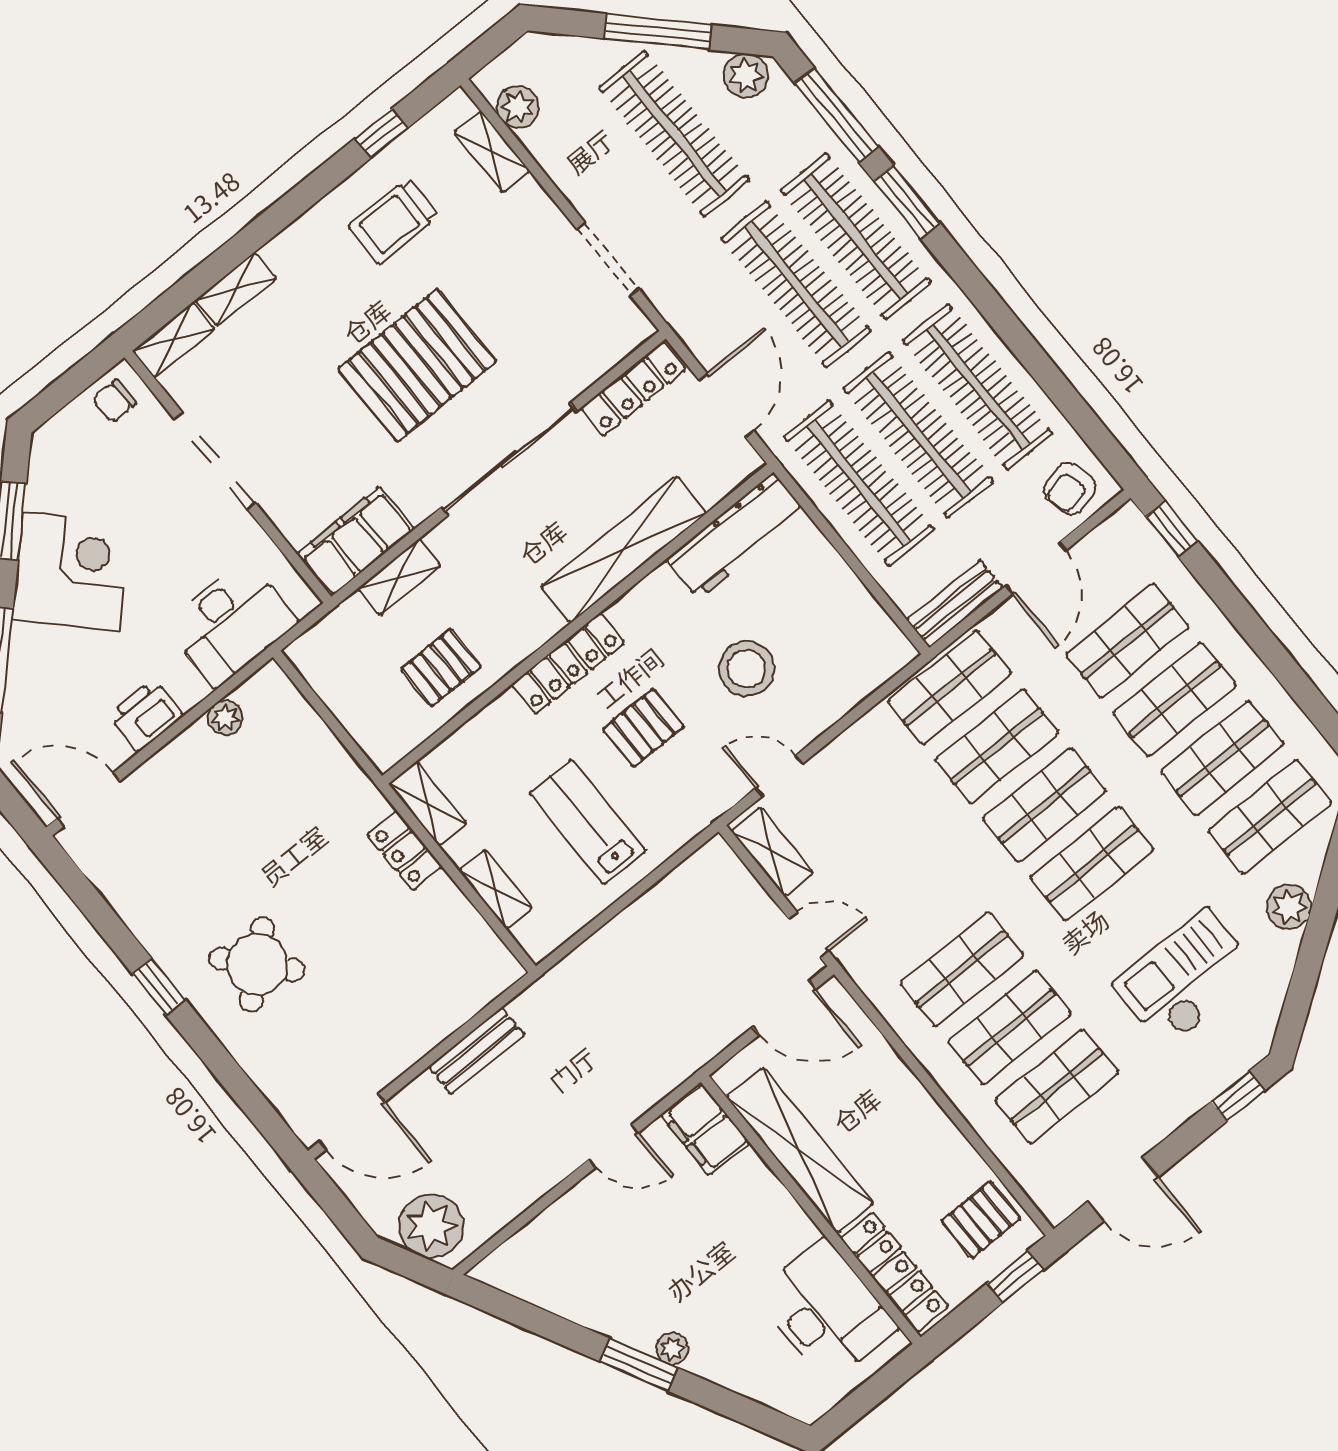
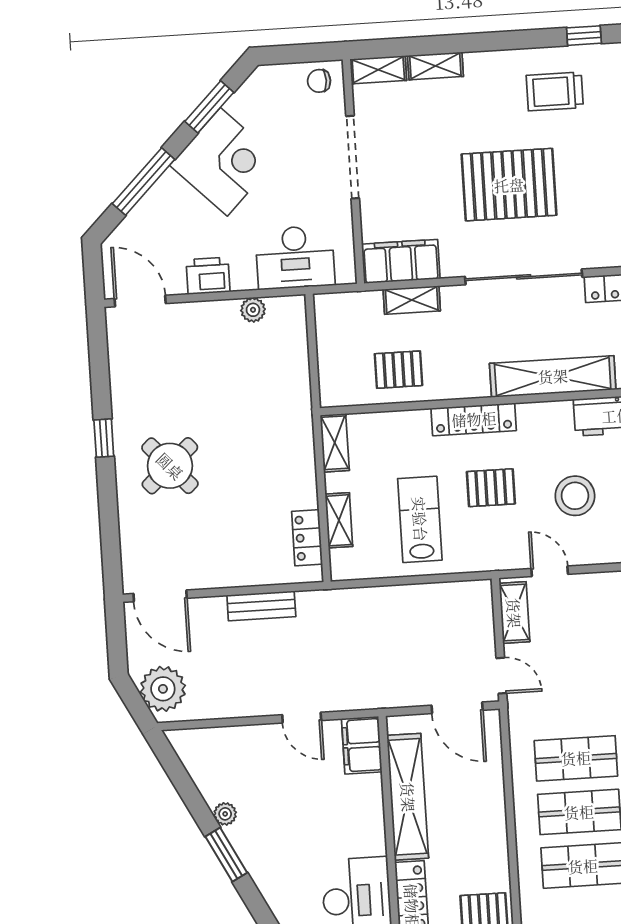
locker: (405, 851) -> (307, 538), moved
plant: (672, 1349) -> (225, 814), moved

